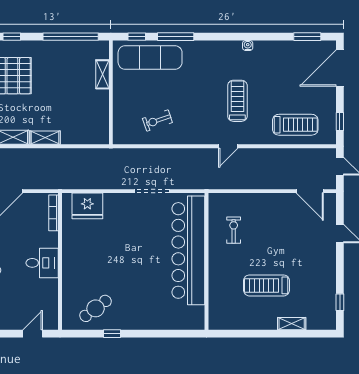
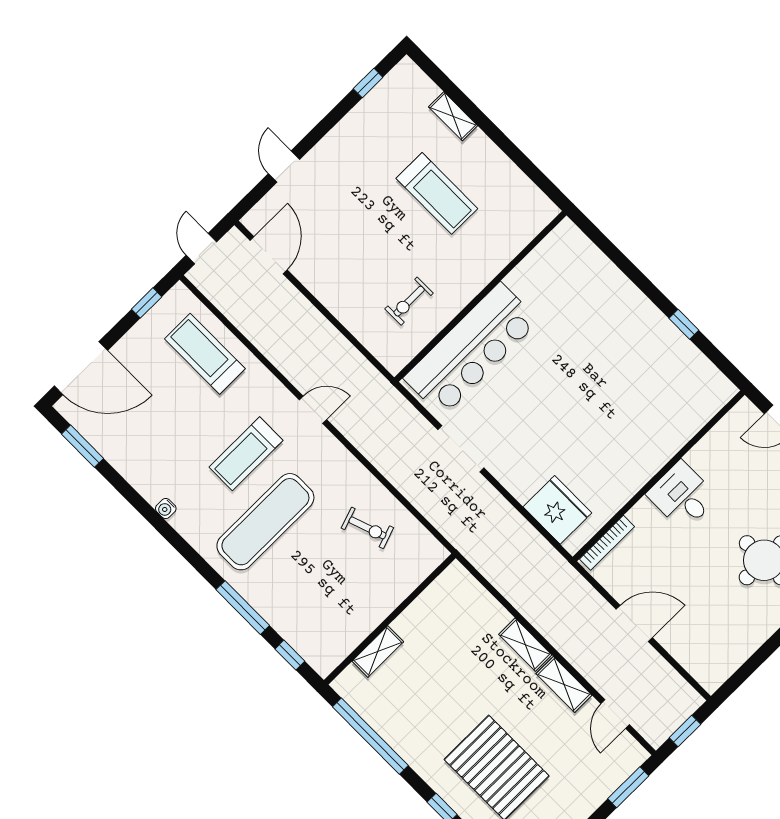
exercise mat: (150, 57) -> (265, 522), moved, turned 90
bar counter: (188, 250) -> (471, 349), width x0.73
cafe table: (96, 308) -> (673, 375), removed

